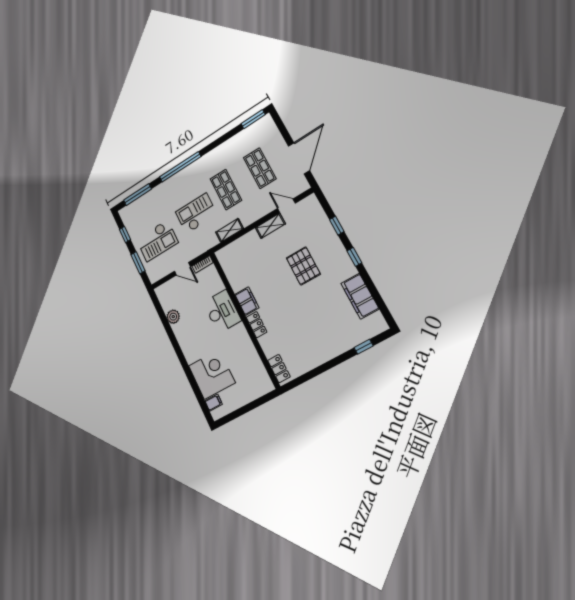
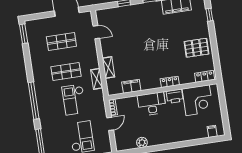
door: (286, 206) -> (96, 32), swing flipped
shelving: (270, 226) -> (108, 68), moved
pallet: (303, 266) -> (196, 48), moved
filing cabinet: (247, 301) -> (131, 86), moved
printer: (241, 338) -> (175, 96), added
corner desk: (212, 374) -> (198, 100), moved, turned 180

